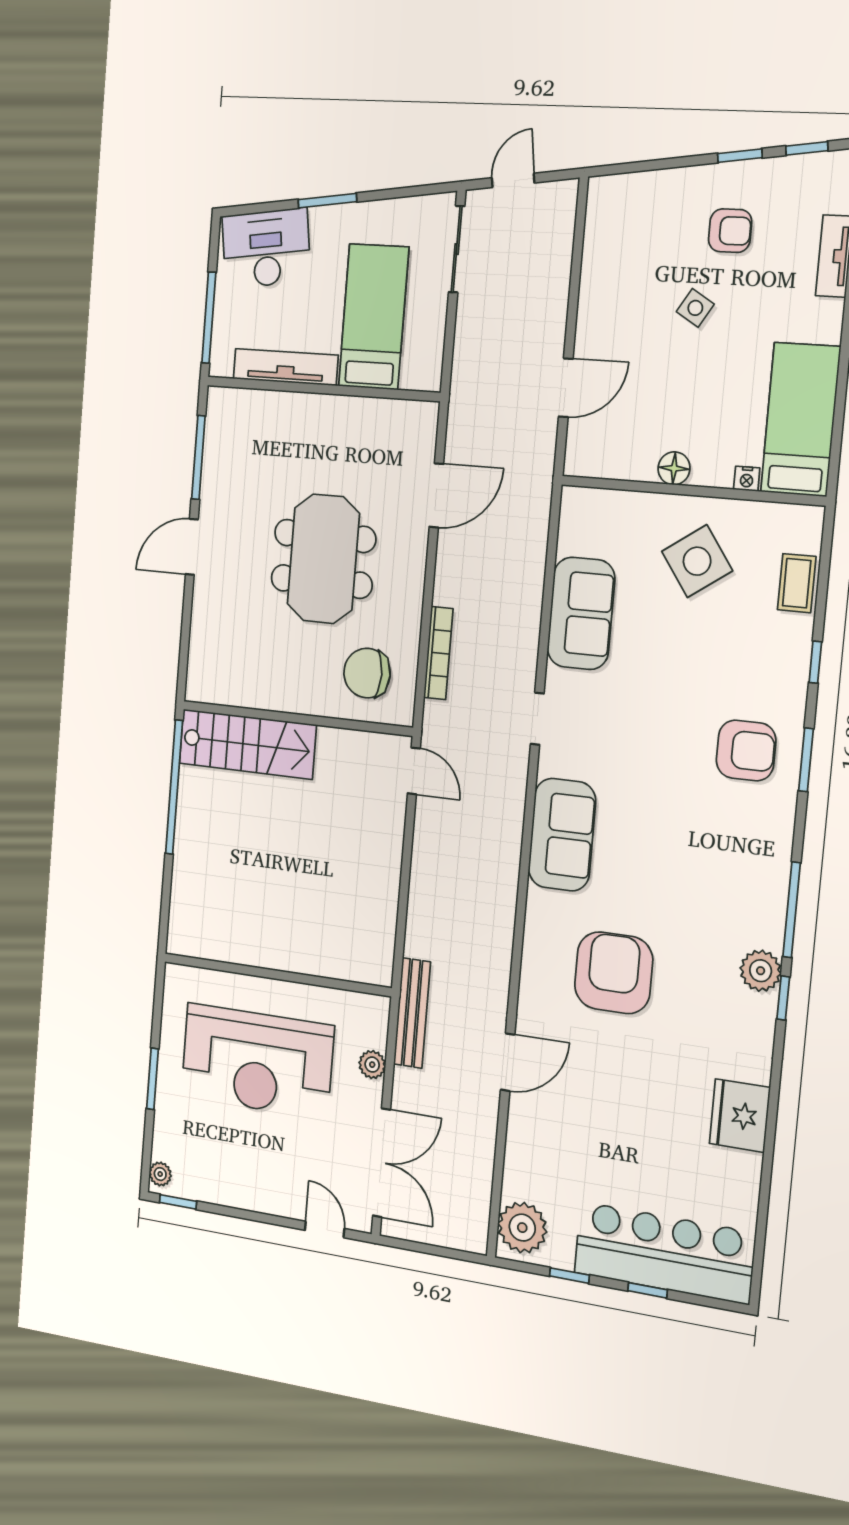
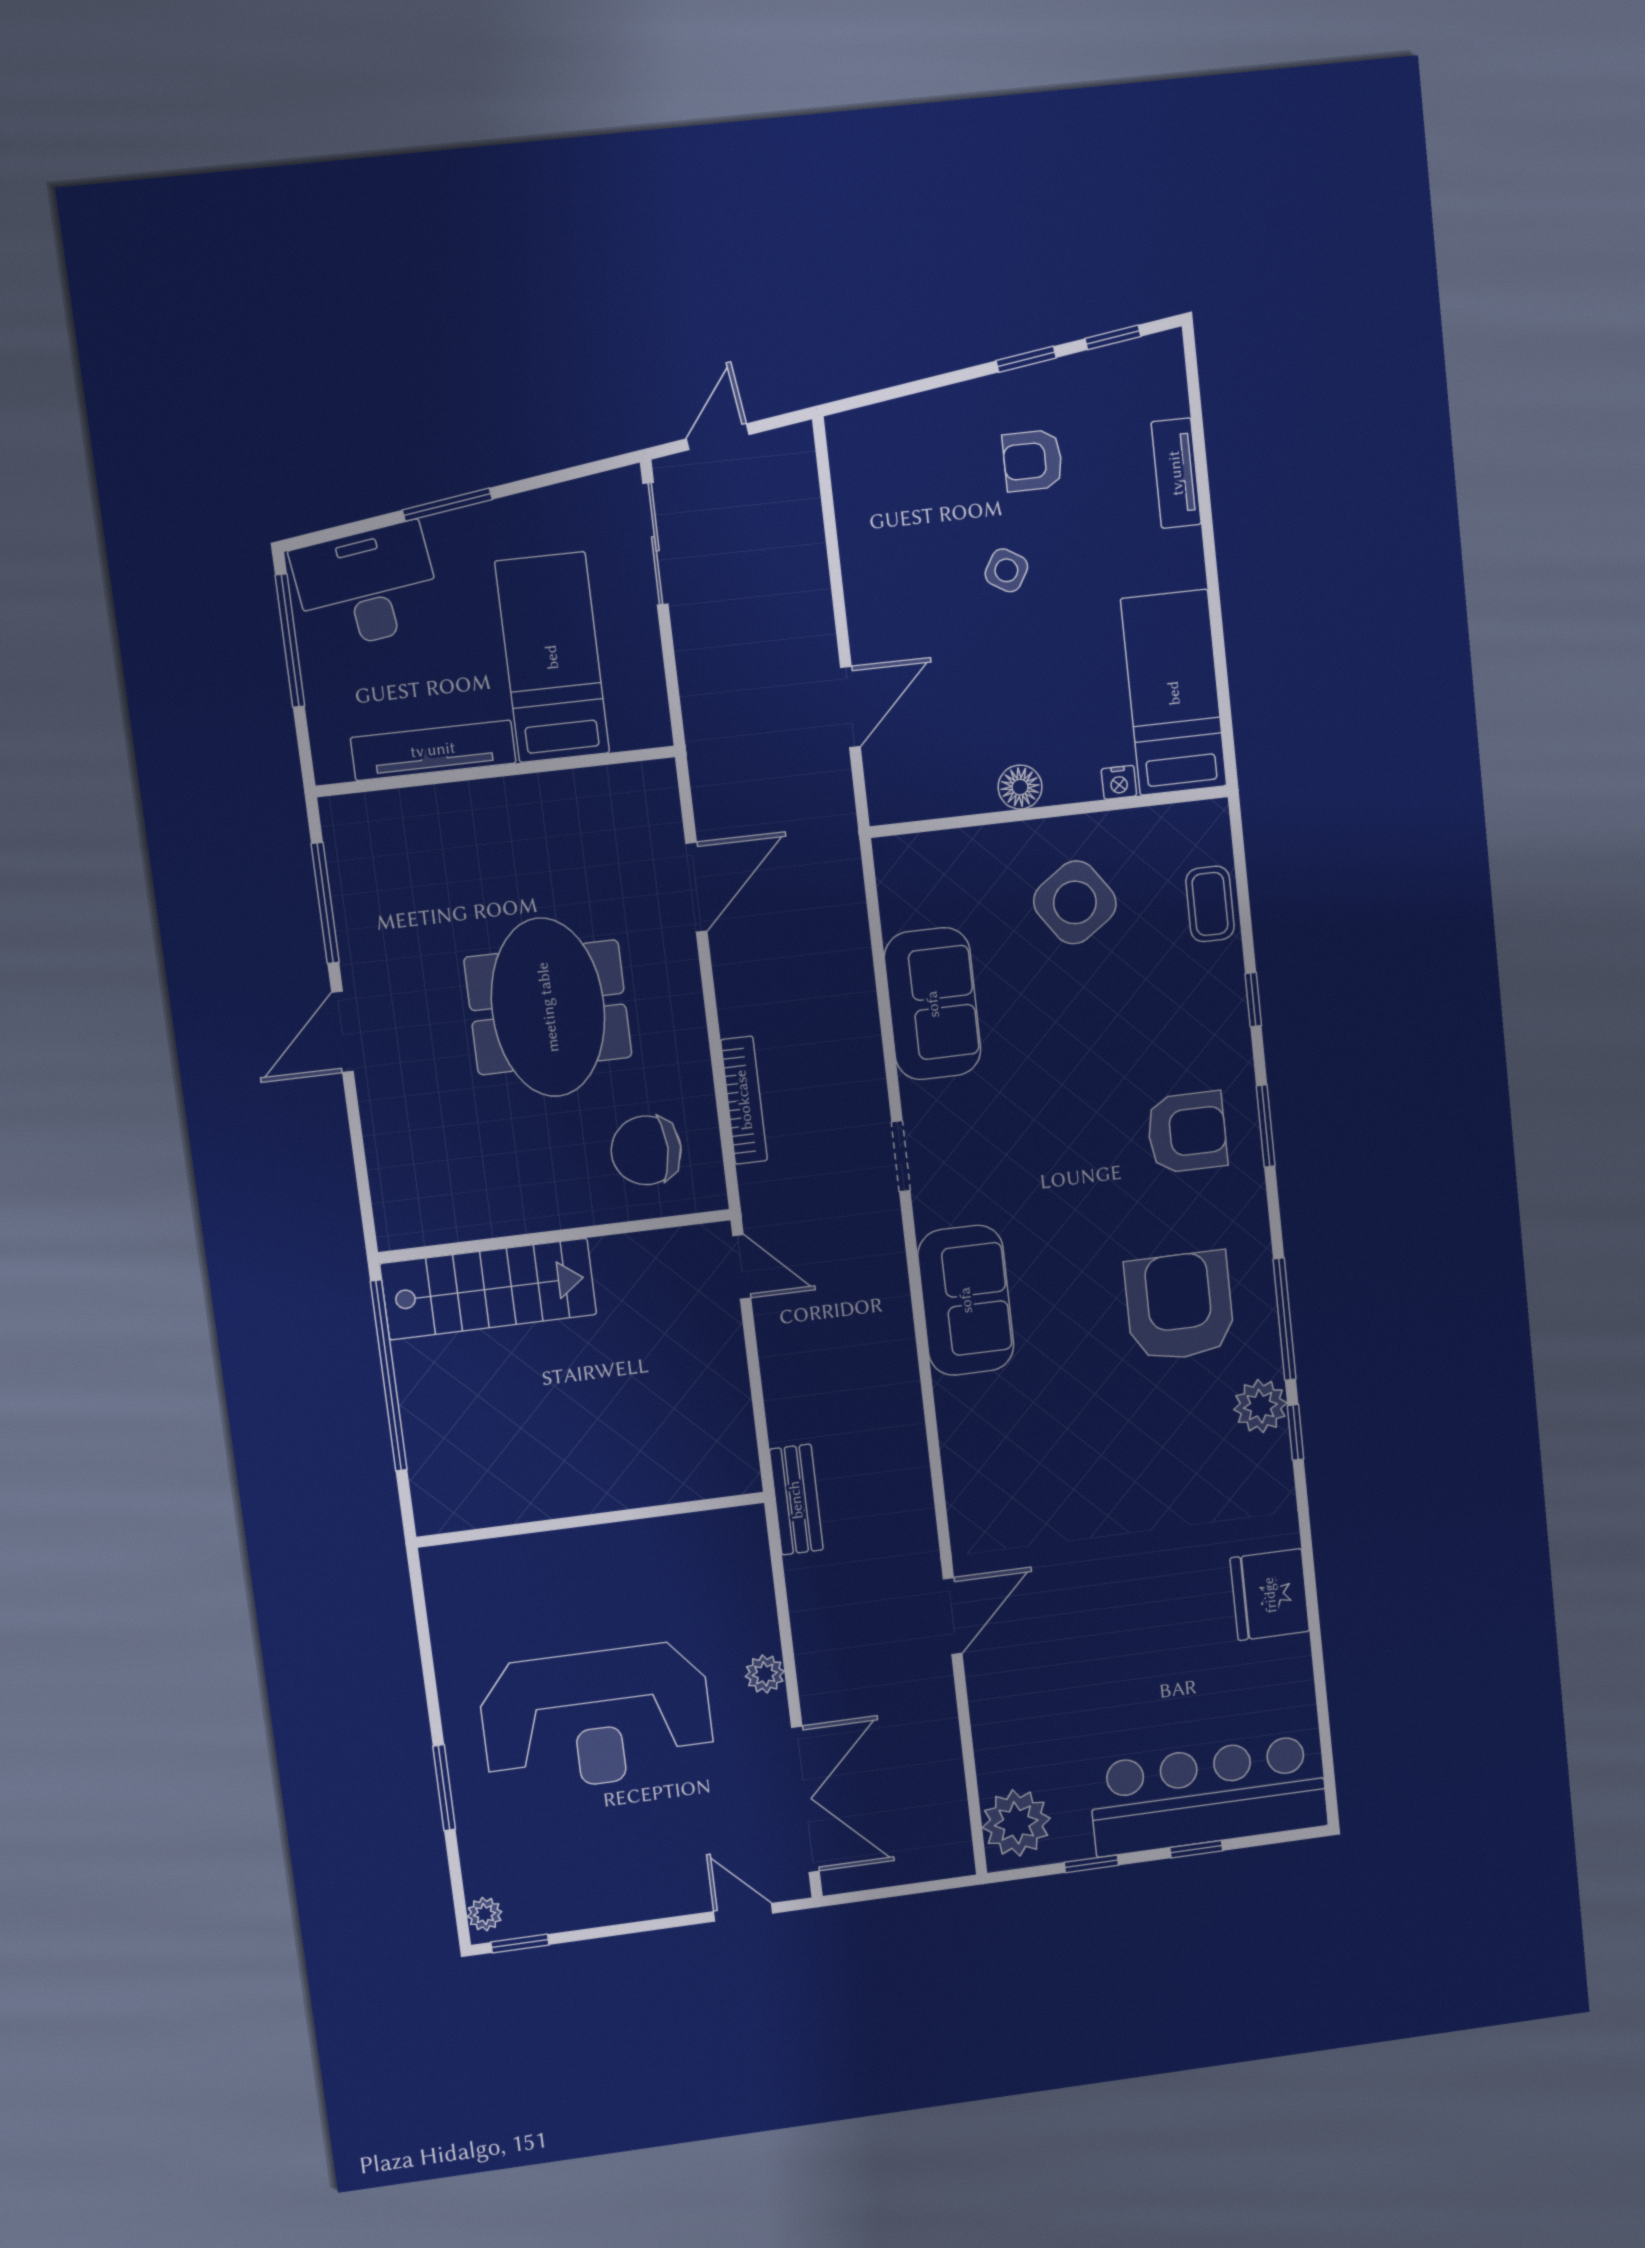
armchair: (730, 231) -> (1033, 461), turned 180
window: (209, 318) -> (290, 641), moved
armchair: (614, 973) -> (1179, 1306), moved
wall: (277, 975) -> (591, 1520), moved
bench: (412, 1013) -> (796, 1500), moved, width x0.73

